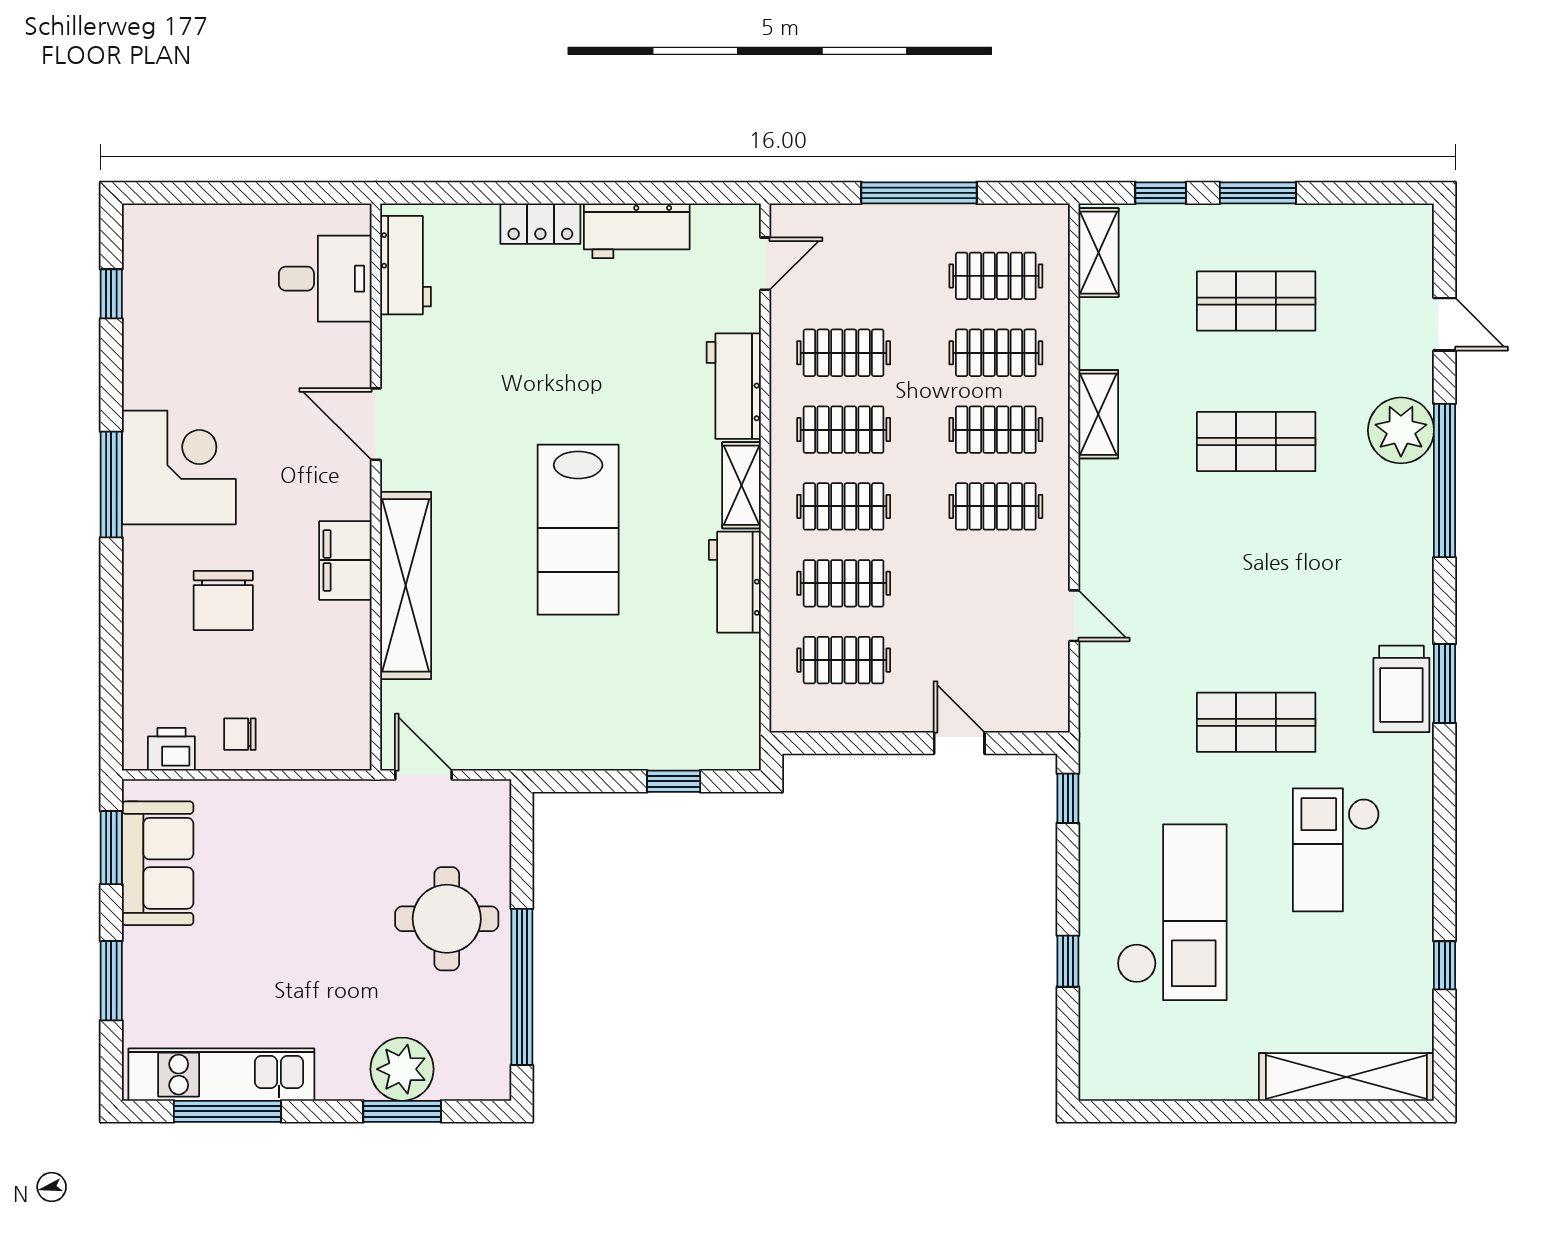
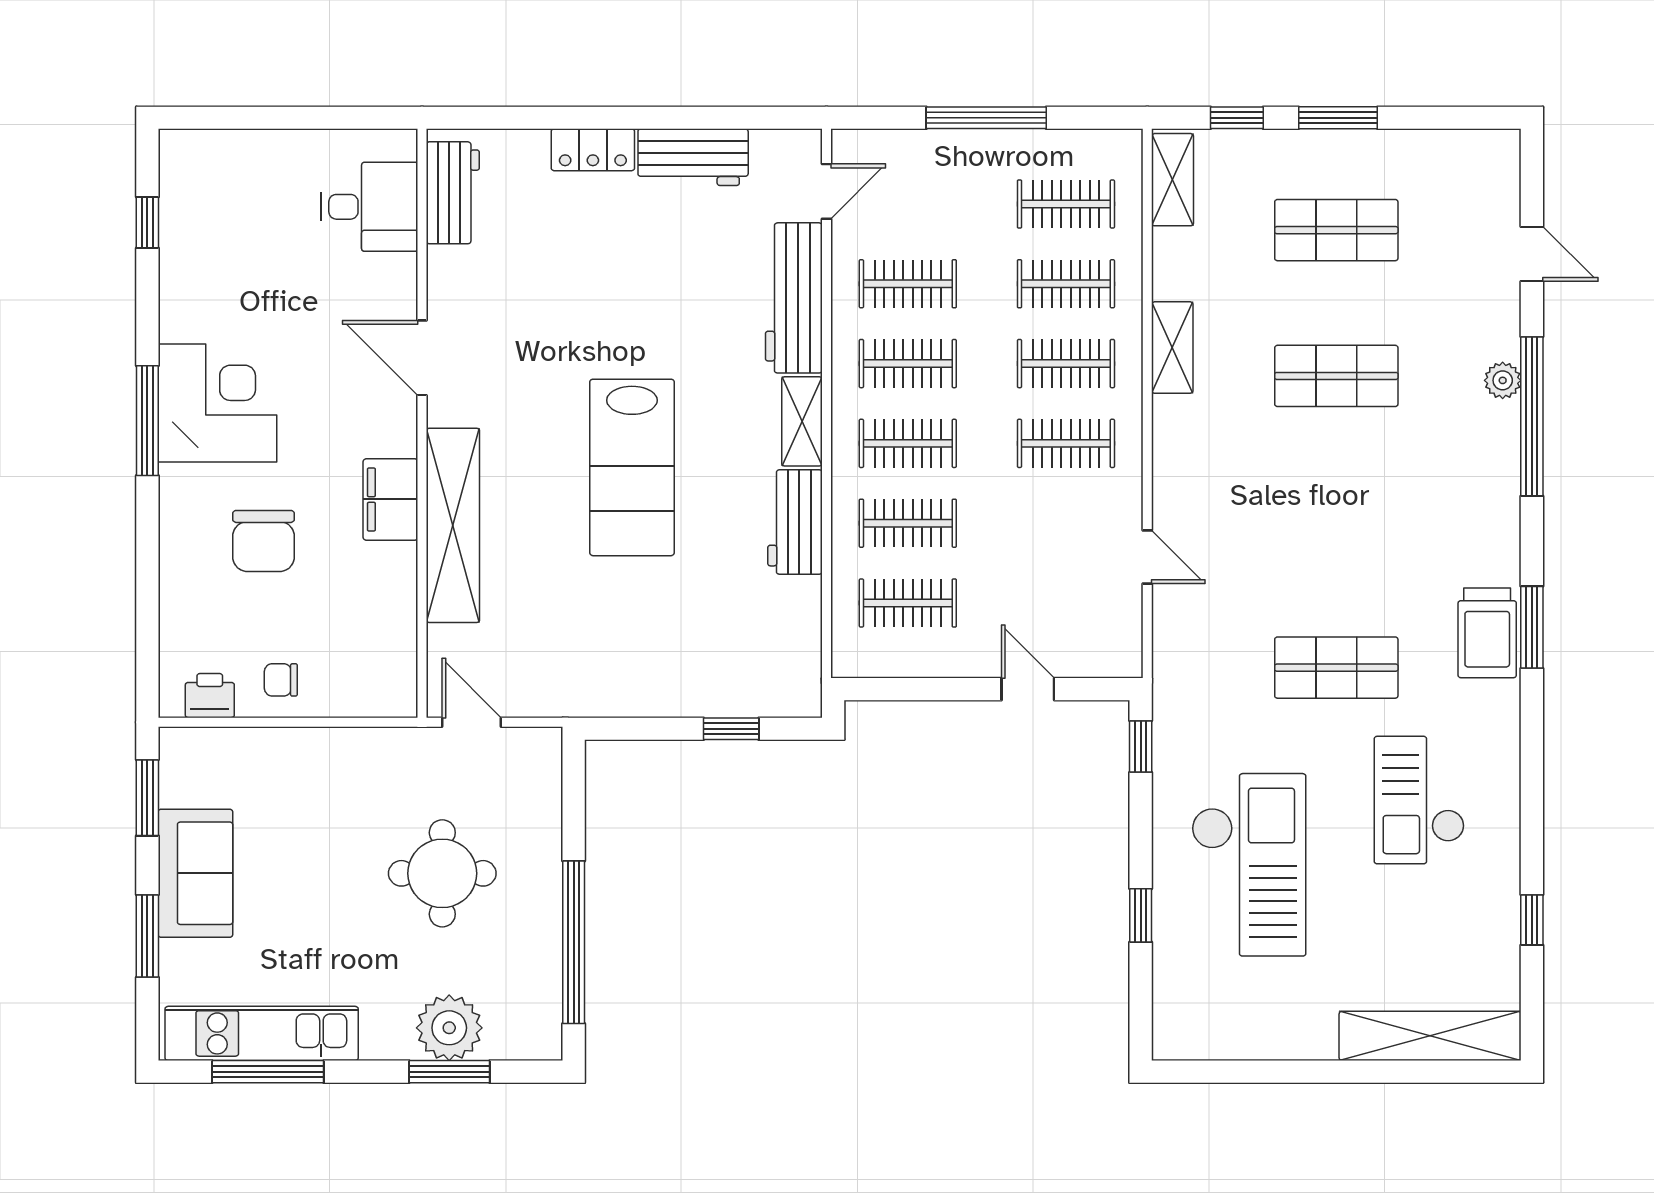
workbench: (734, 386) -> (794, 298), width x1.37
plant: (1401, 430) -> (1503, 380), width x0.53, depth x0.53
sofa: (158, 863) -> (195, 873), moved
round table: (447, 919) -> (442, 873), moved

